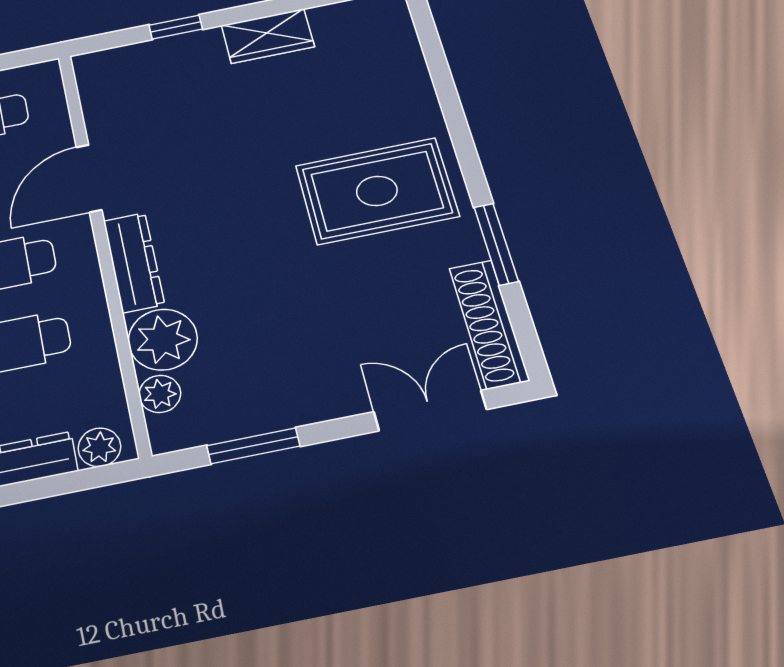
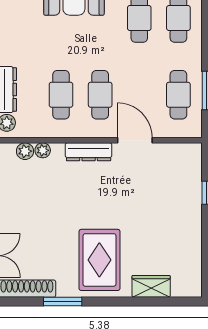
wardrobe: (268, 36) -> (151, 286), moved, turned 90
plant: (163, 340) -> (43, 150), width x0.53, depth x0.53

